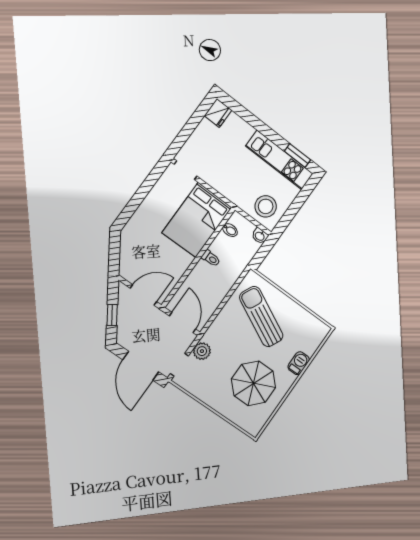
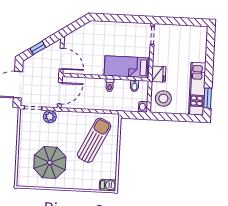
fridge: (218, 113) -> (159, 74), moved, turned -90
bed: (197, 220) -> (127, 67), width x0.67
barbecue: (299, 363) -> (108, 185), moved

